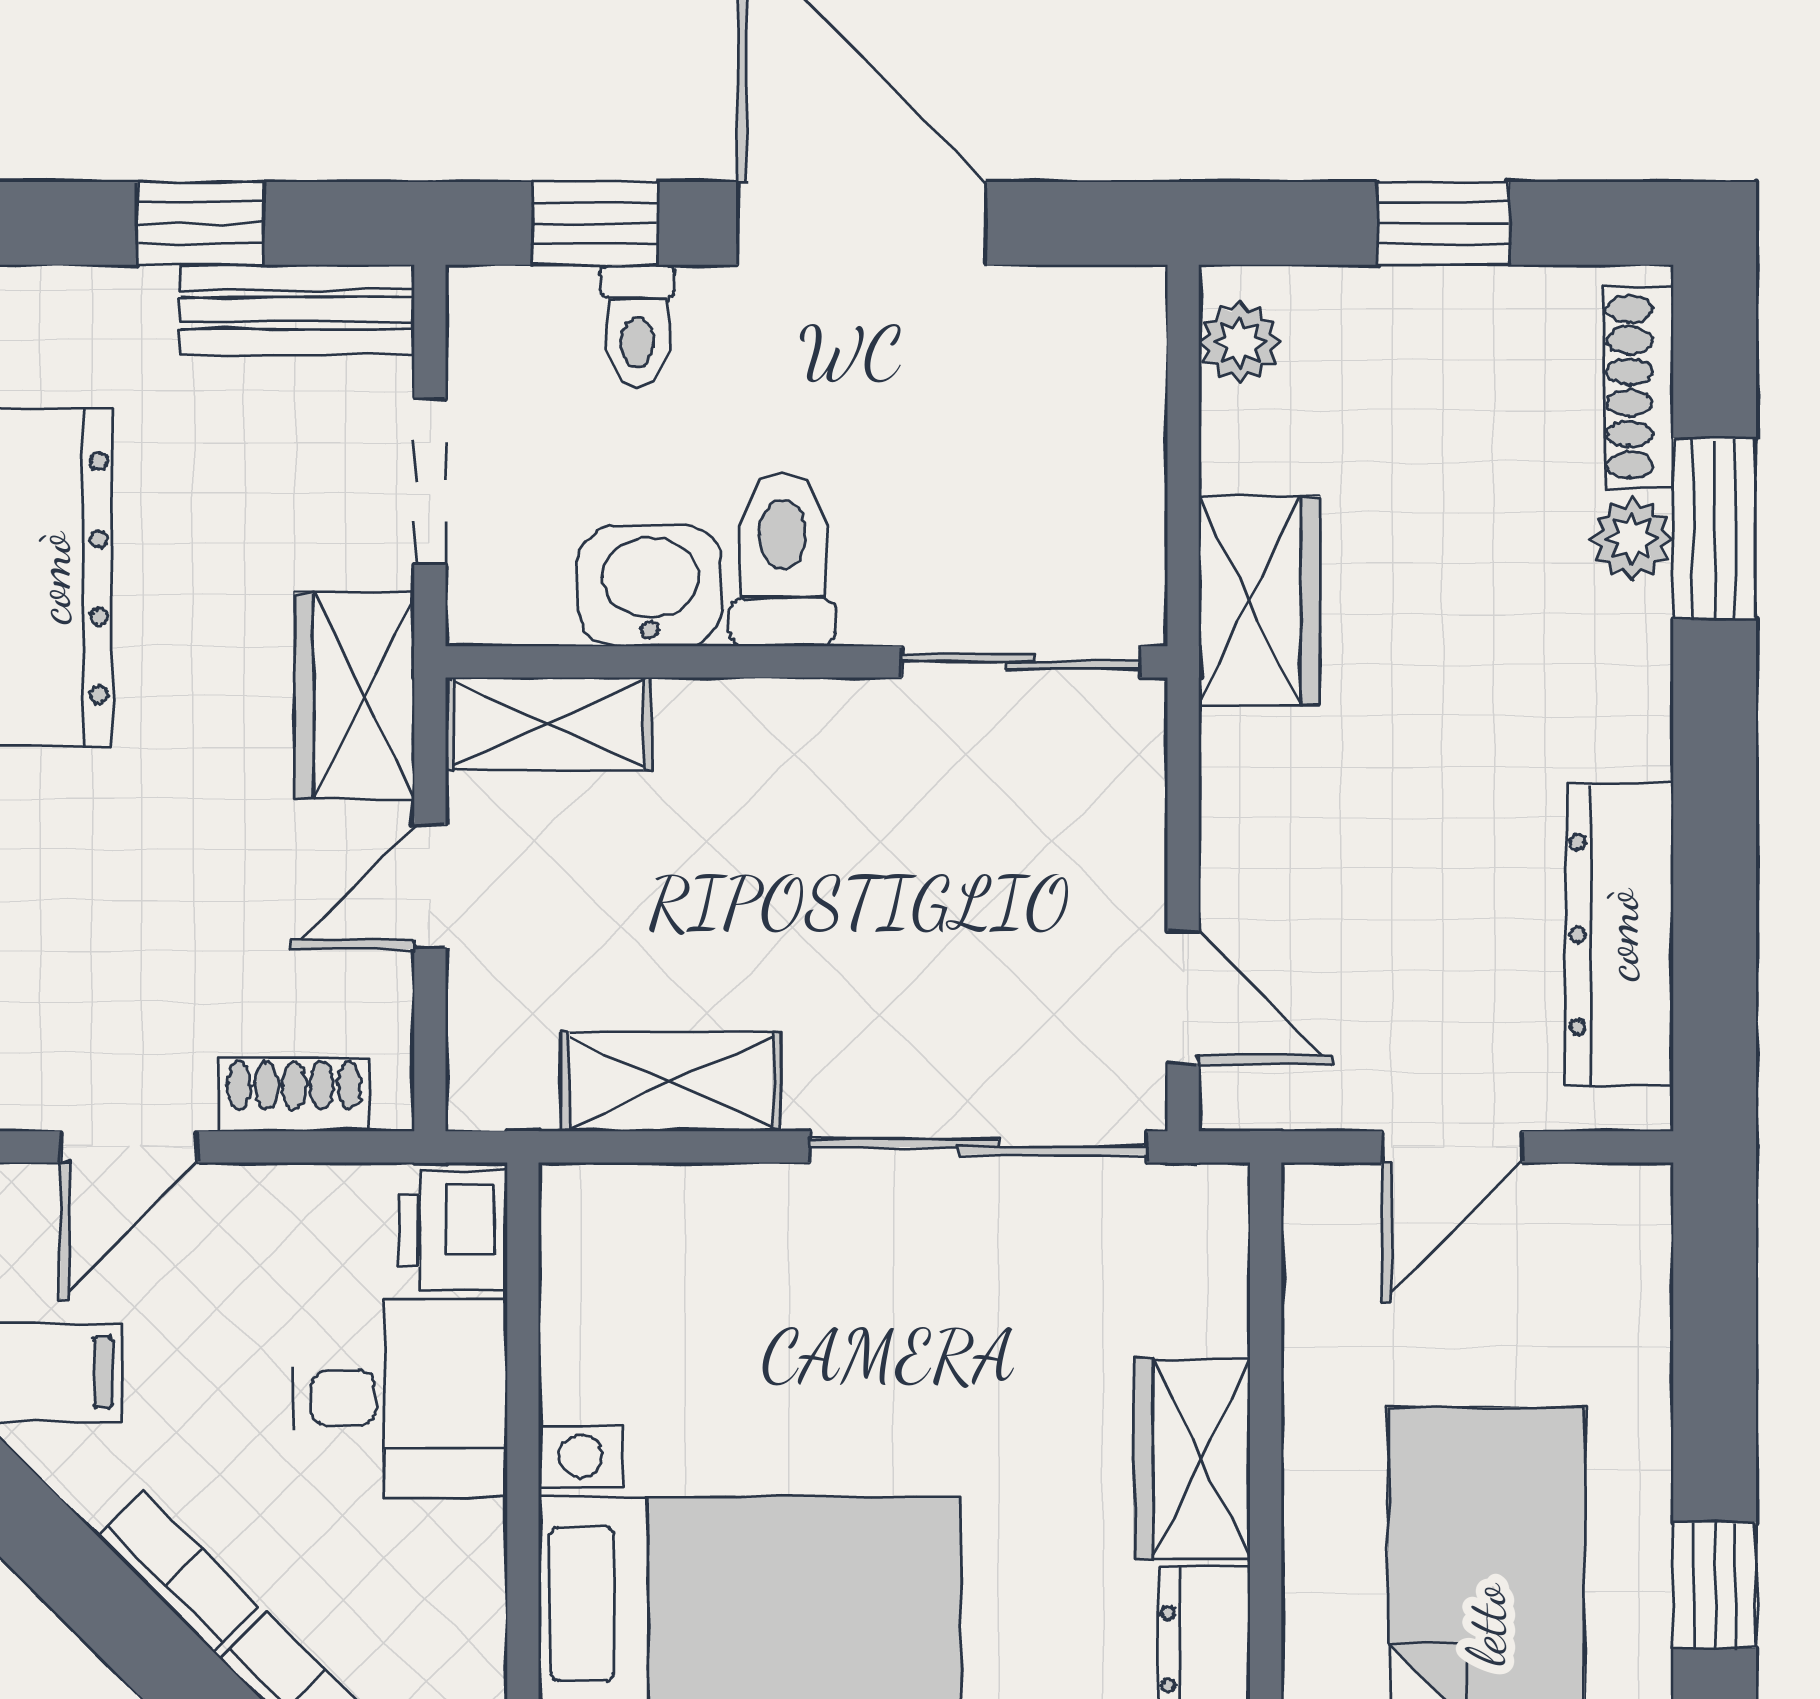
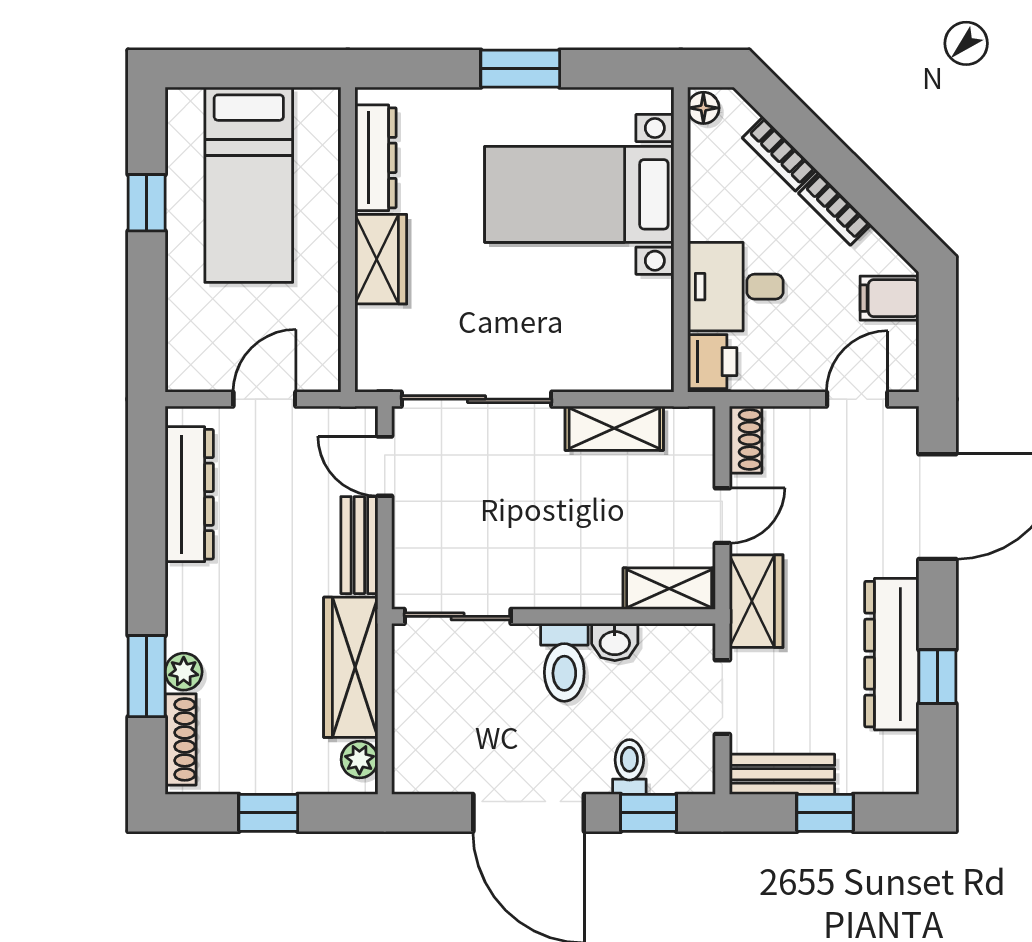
washbasin: (650, 586) -> (615, 642), width x0.72, depth x0.69
wardrobe: (1259, 600) -> (351, 667), width x1.50
bench: (1240, 821) -> (359, 545), added
shoe rack: (294, 1095) -> (746, 440), moved, turned -90

